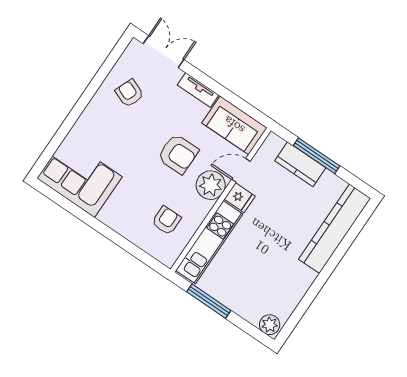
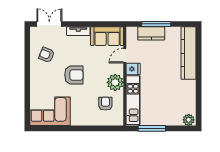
armchair: (178, 154) -> (74, 75), moved
plant: (211, 185) -> (115, 82), moved

